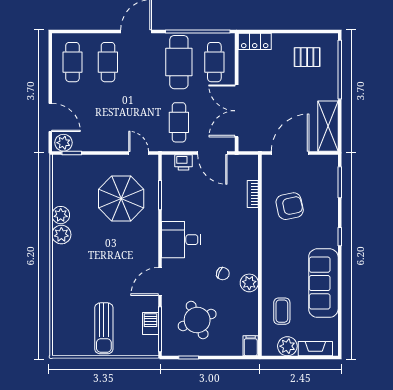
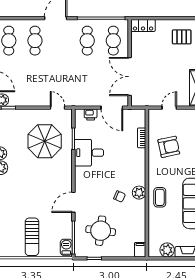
cafe table: (179, 62) -> (87, 41), width x0.73, depth x0.74
cafe table: (179, 122) -> (87, 85), removed
door: (290, 153) -> (169, 108), width x0.53
desk: (181, 240) -> (89, 153), moved
plant: (249, 283) -> (139, 193), moved
coffee table: (282, 311) -> (160, 197), moved
round table: (197, 320) -> (101, 231), turned 30
barbecue: (150, 324) -> (66, 247), moved

